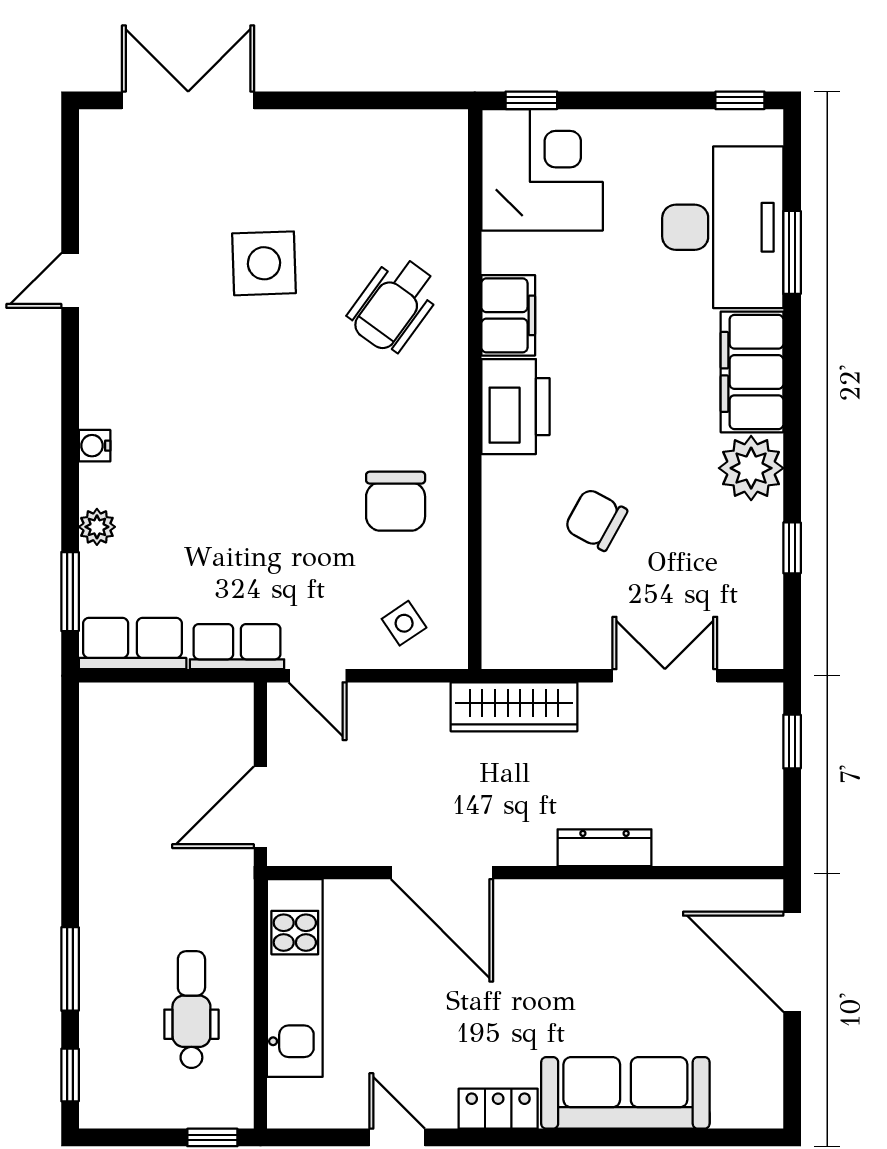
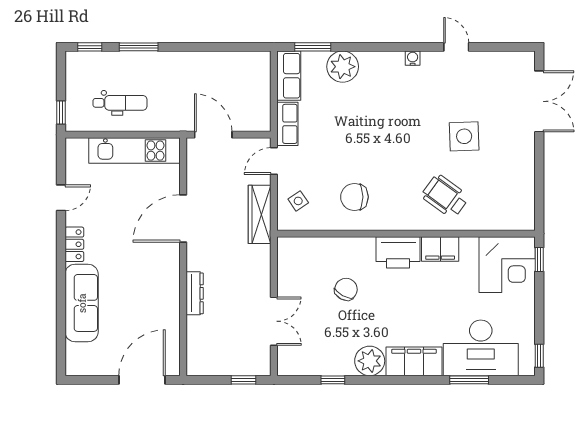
water cooler: (95, 446) -> (413, 58), moved
plant: (97, 527) -> (343, 67), width x1.87, depth x1.87
wardrobe: (514, 707) -> (260, 214), moved

